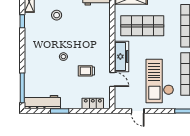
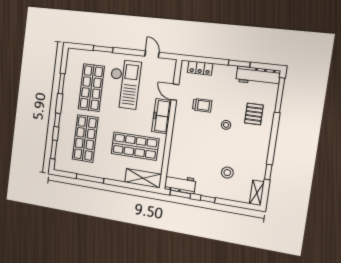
pallet: (41, 69) -> (254, 114), added

